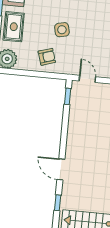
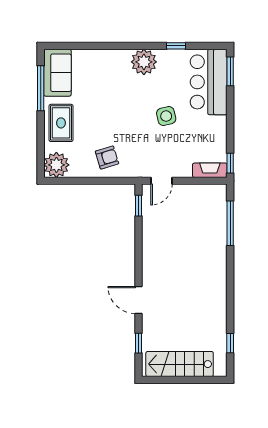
side table: (62, 30) -> (166, 116), moved
door: (87, 79) -> (162, 181), swing flipped

